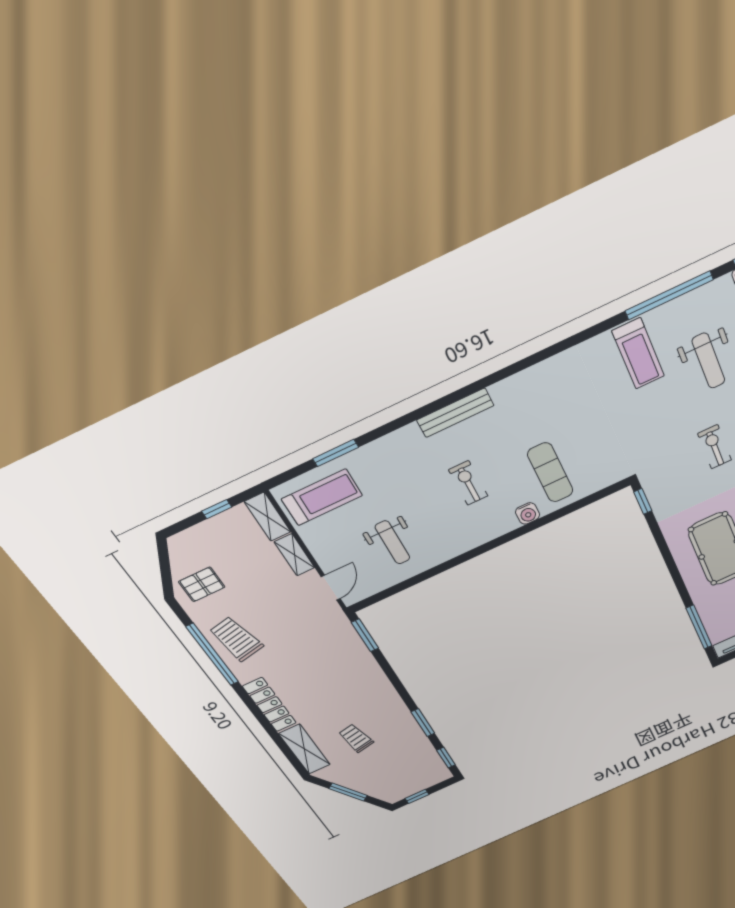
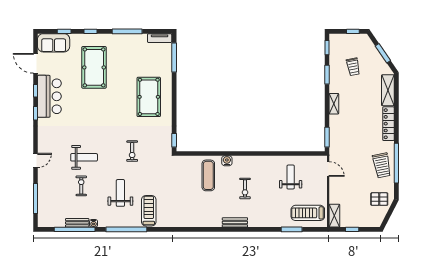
bench: (455, 413) -> (235, 222), width x0.73
shelving: (294, 555) -> (334, 104), moved
door: (331, 588) -> (328, 169), swing flipped
trolley: (356, 738) -> (353, 67), moved

